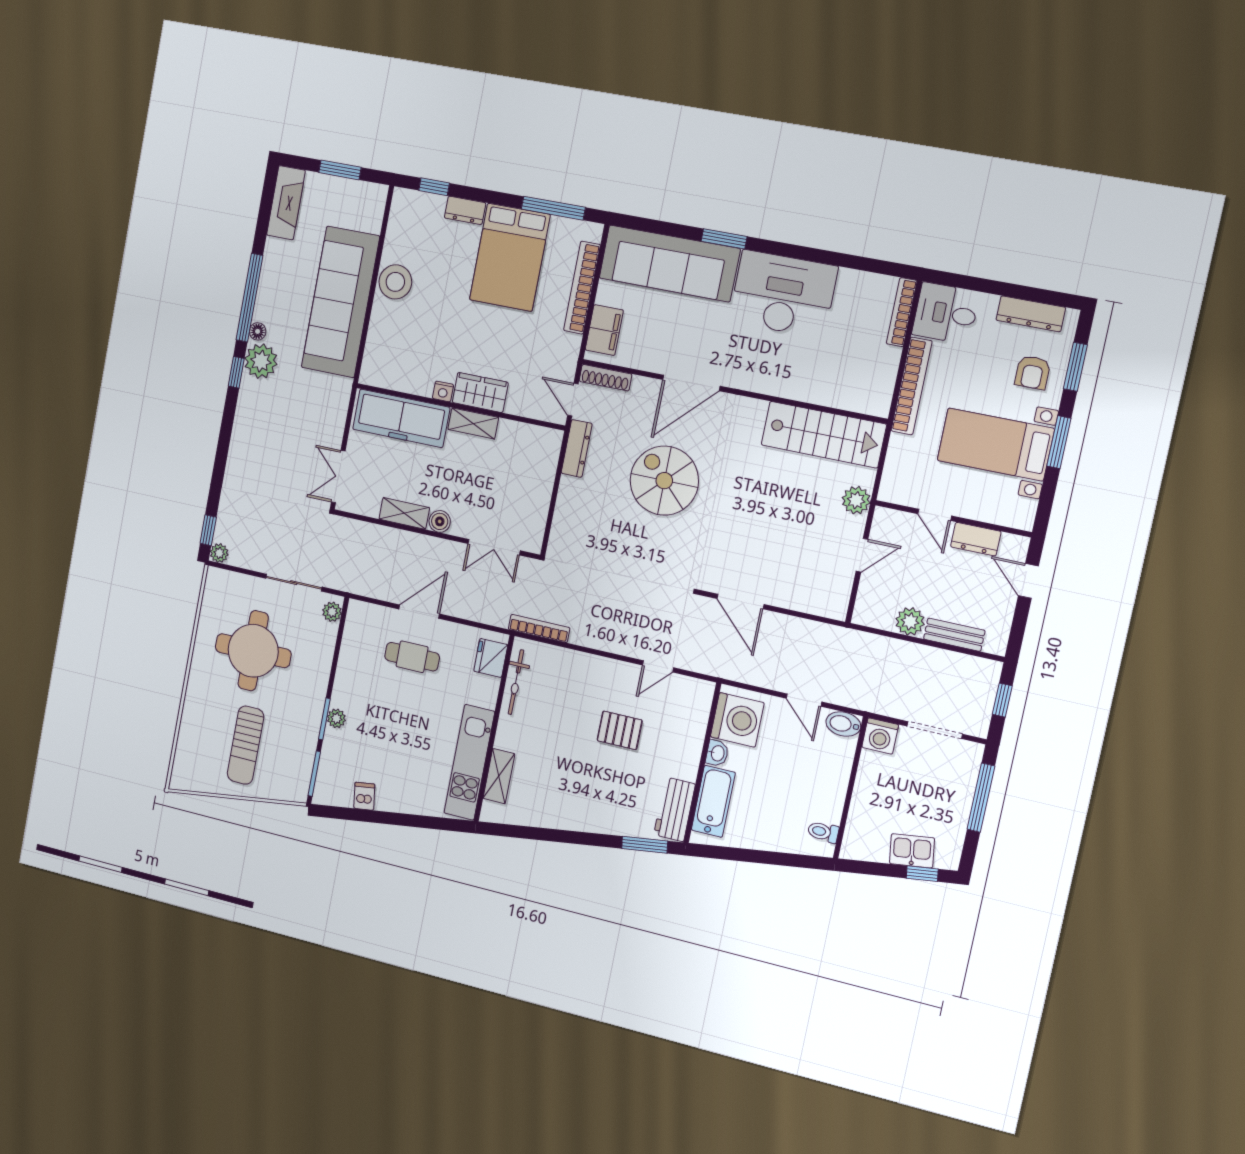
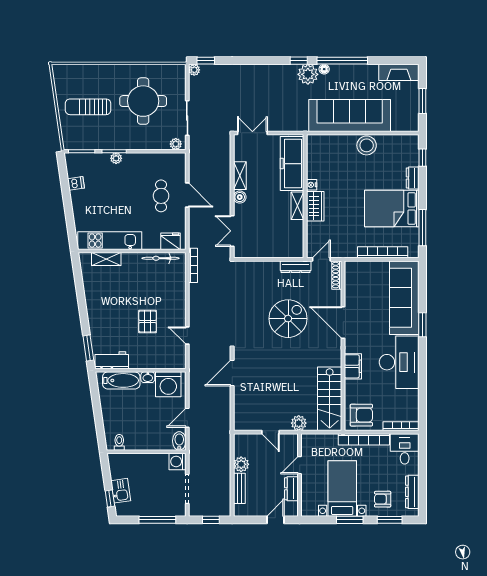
filing cabinet: (604, 330) -> (353, 366), moved, turned -90
armchair: (866, 382) -> (361, 415), added

